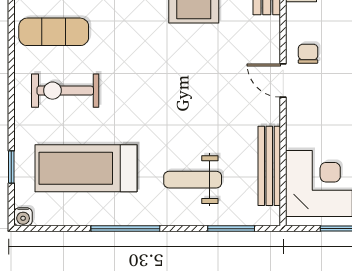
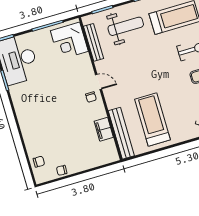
weight bench: (193, 180) -> (126, 26), width x1.36, depth x1.33

